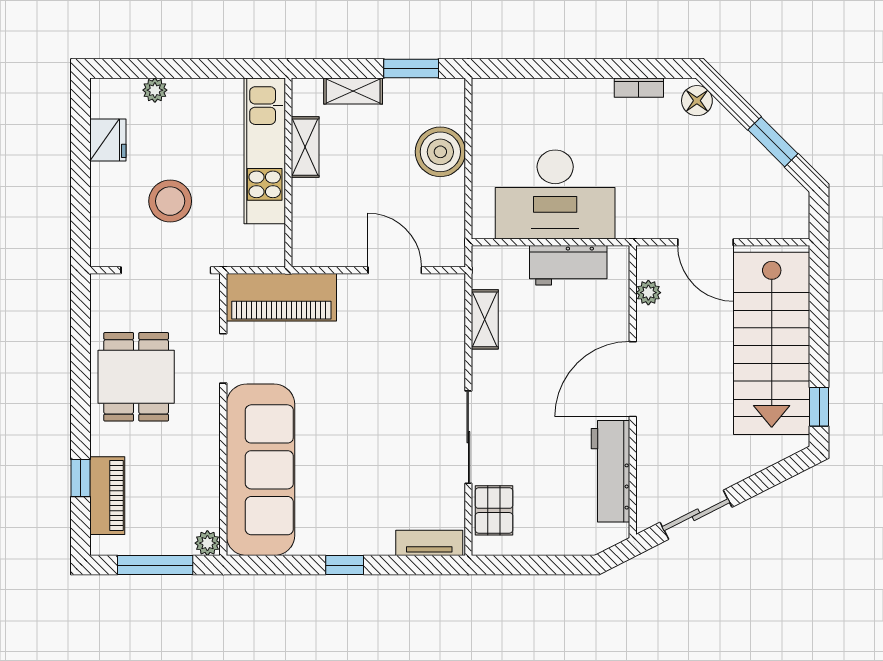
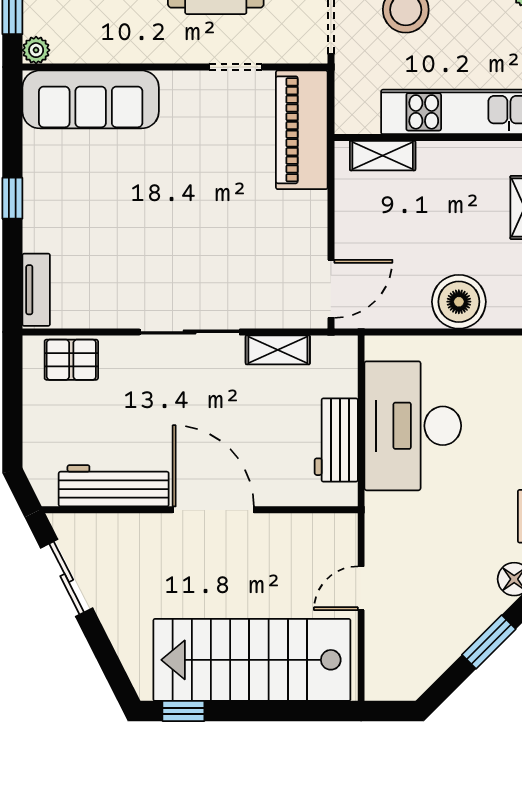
window: (773, 142) -> (489, 642), moved
shelving: (305, 147) -> (383, 156), moved
door: (705, 242) -> (361, 588), width x0.73
door: (395, 270) -> (331, 289), moved
plant: (648, 293) -> (307, 527), removed
sliding door: (468, 437) -> (190, 332), moved
sofa: (260, 470) -> (91, 99), width x0.74, depth x0.79

